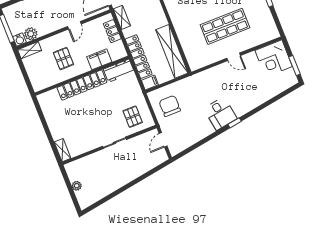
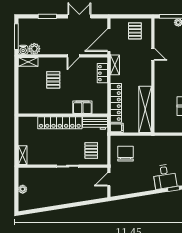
filing cabinet: (99, 59) -> (82, 107), moved
workbench: (119, 71) -> (95, 123), moved
wall: (82, 76) -> (63, 115), moved
locker: (82, 85) -> (60, 123), moved

